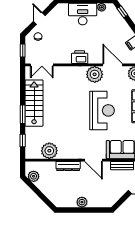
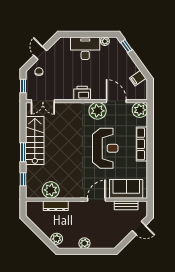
door: (94, 160) -> (97, 200), swing flipped
dresser: (68, 166) -> (56, 206), moved
plant: (34, 176) -> (57, 239), moved

